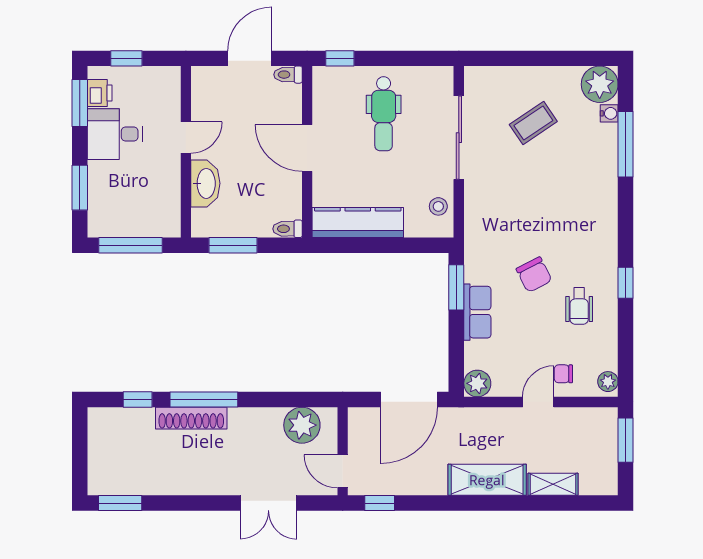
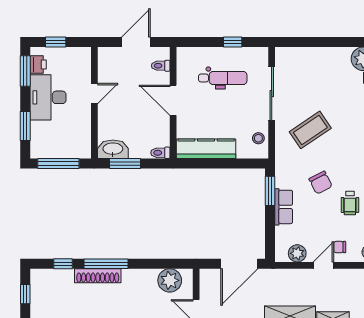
window: (340, 58) -> (233, 42), moved
toilet: (288, 75) -> (161, 66), moved
dental chair: (384, 114) -> (223, 78), turned -90
coffee table: (533, 123) -> (310, 130), moved, width x1.36, depth x1.30
desk: (115, 134) -> (48, 97), width x1.37
washbasin: (205, 183) -> (113, 149), moved, turned -90
plant: (477, 383) -> (297, 253), moved
window: (80, 446) -> (25, 294), added

